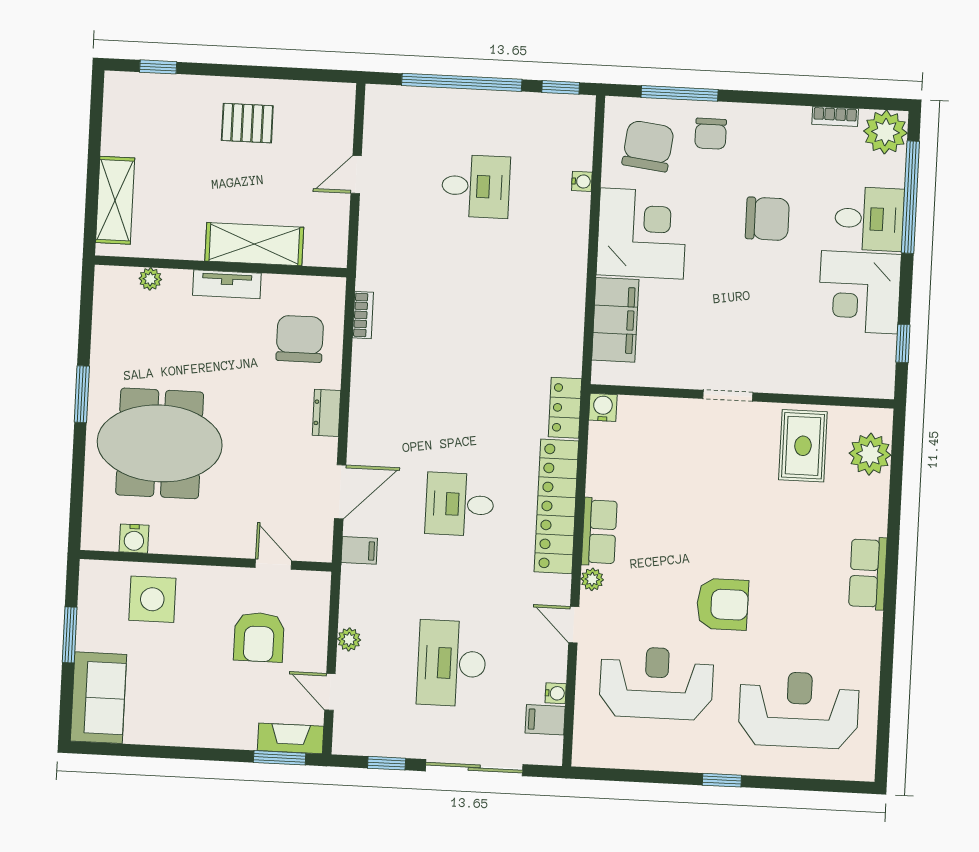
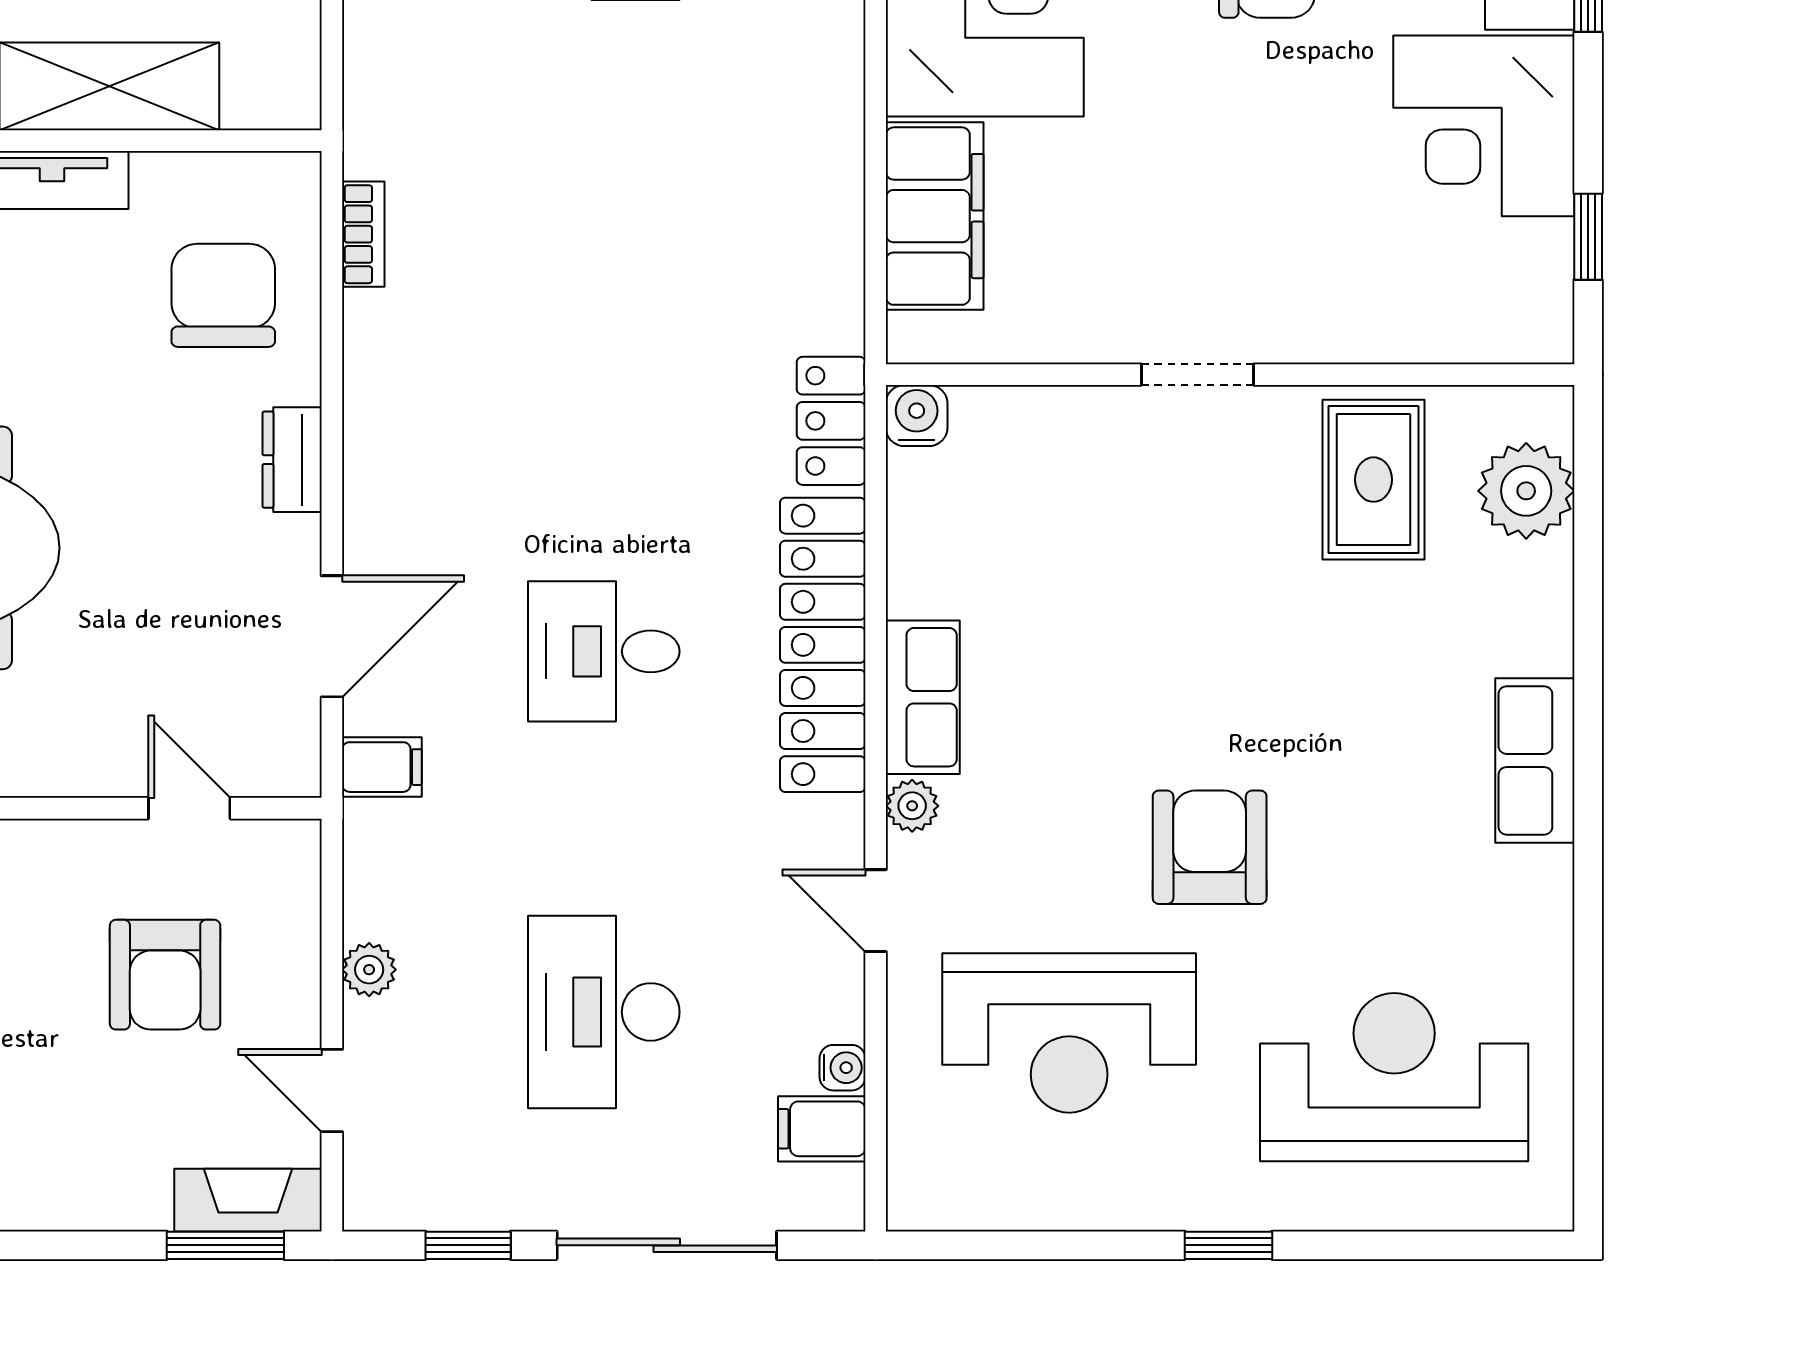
armchair: (722, 604) -> (1210, 847), turned -90
reception desk: (656, 683) -> (1069, 1033), turned 180

